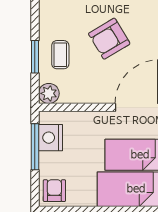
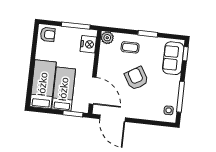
window: (35, 57) -> (148, 34), moved
nightstand: (51, 138) -> (88, 44), moved, turned 90

